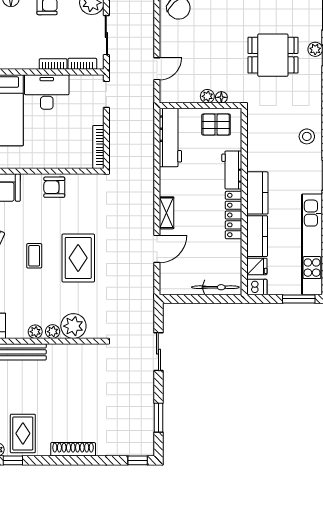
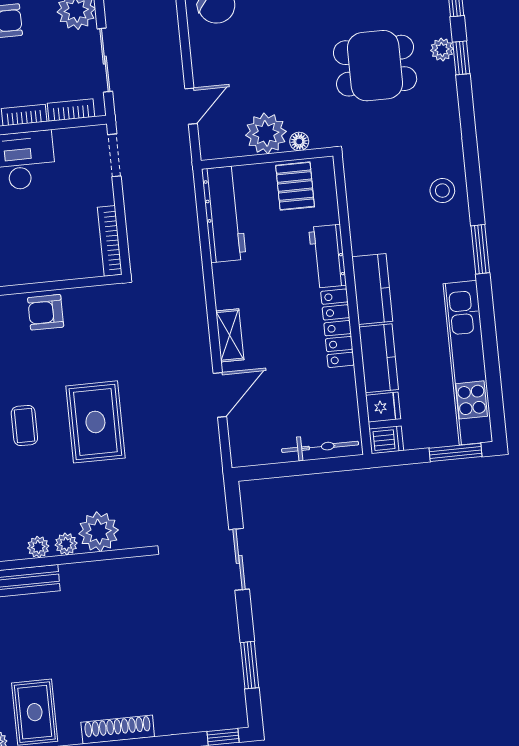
plant: (207, 96) -> (266, 133), width x1.88, depth x1.88
pallet: (216, 125) -> (295, 186), turned 90

